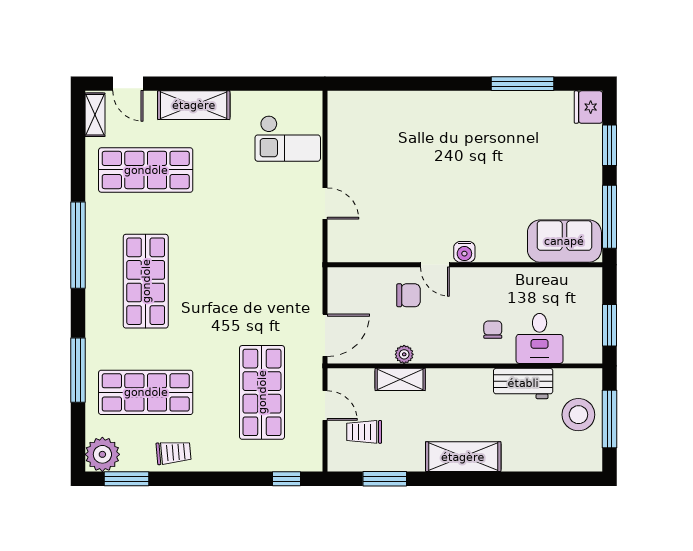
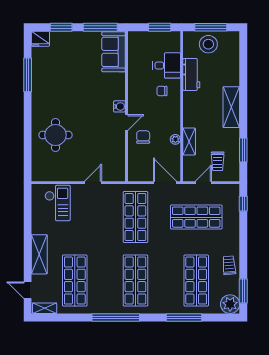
door: (128, 84) -> (28, 290), swing flipped
round table: (412, 135) -> (55, 135), added
shop shelf: (146, 281) -> (135, 281), turned 90
shop shelf: (262, 281) -> (135, 217), added

